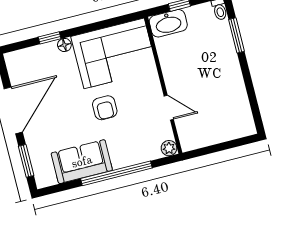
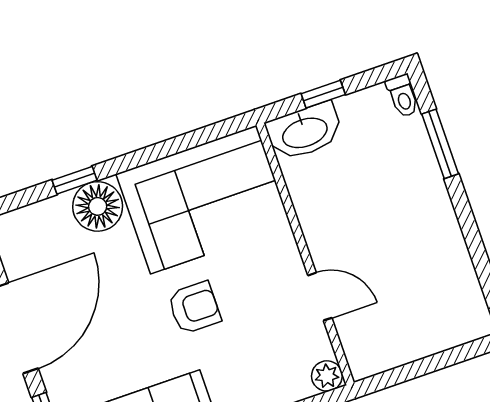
floor lamp: (64, 45) -> (98, 206), width x1.89, depth x1.89
armchair: (105, 108) -> (194, 308), turned -90

